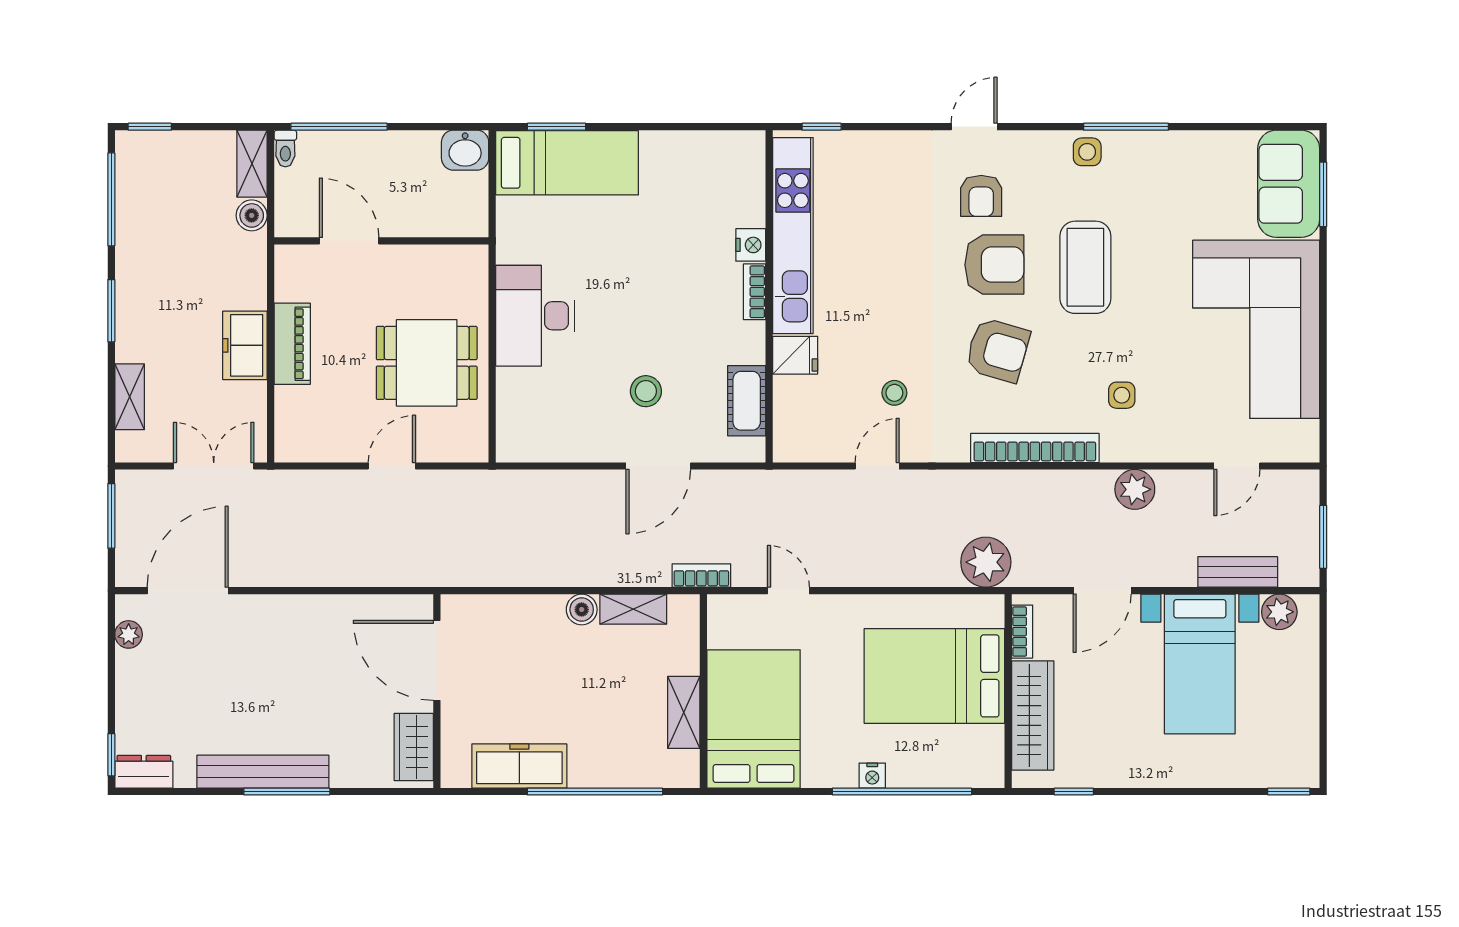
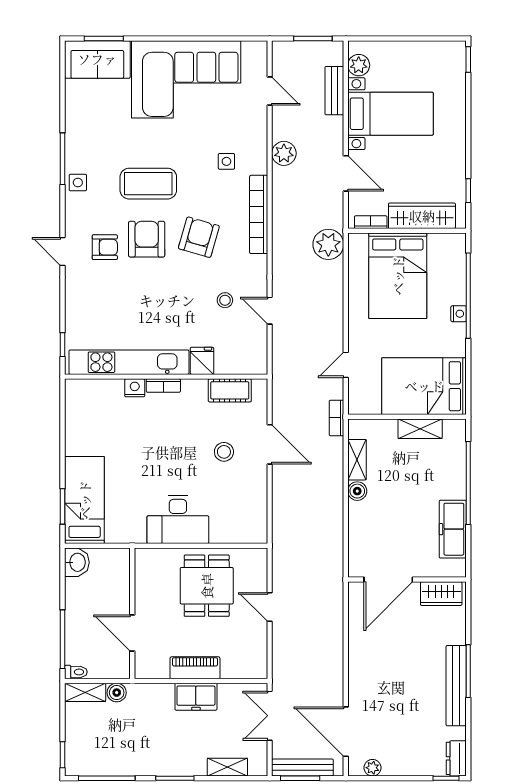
door: (349, 241) -> (132, 633), hinge flipped
bench: (129, 520) -> (302, 768), added

